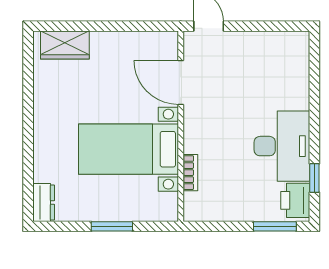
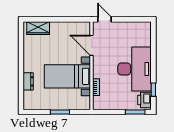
desk: (282, 146) -> (135, 69), width x1.36, depth x1.30
dresser: (44, 202) -> (28, 81), moved

